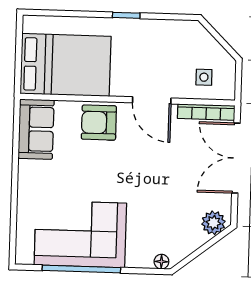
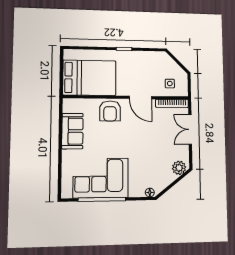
armchair: (99, 123) -> (110, 111), turned -90
sofa: (36, 129) -> (72, 131), moved
double door: (236, 158) -> (190, 129), width x0.73

